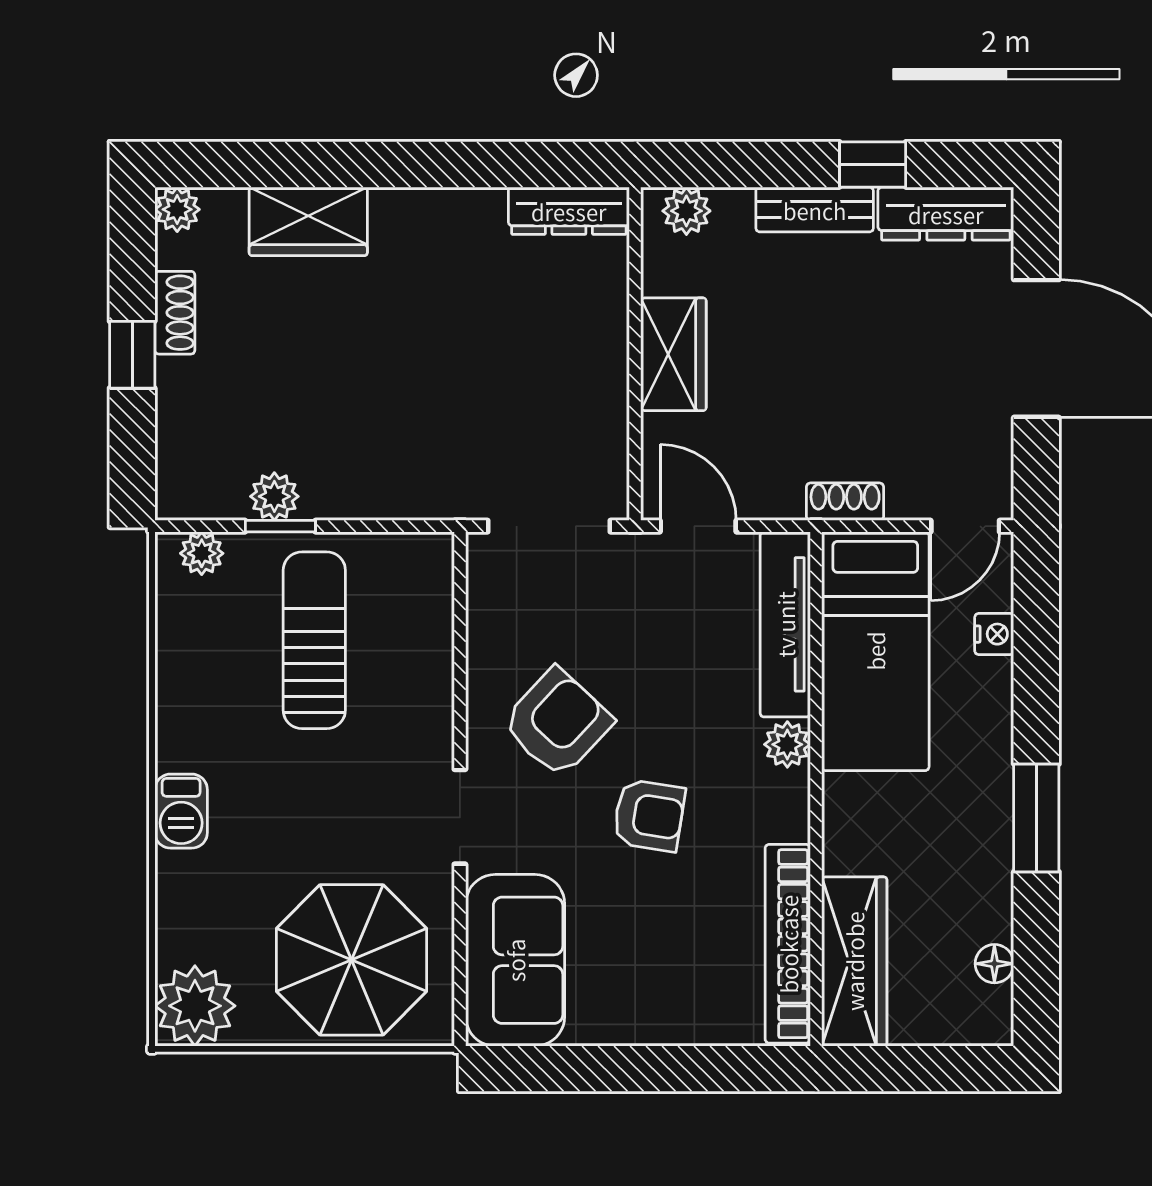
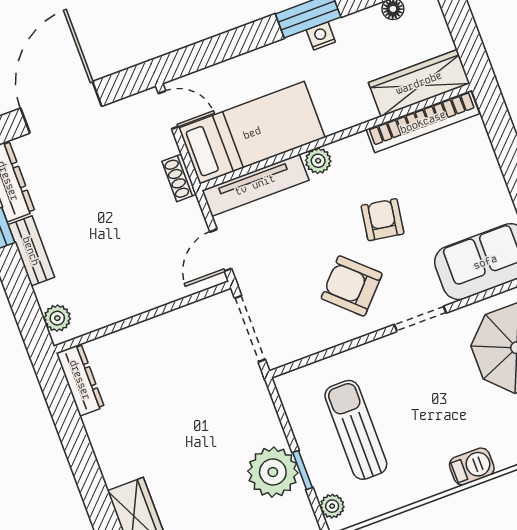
wardrobe: (673, 354) -> (135, 297), removed
plant: (274, 496) -> (273, 472), width x1.87, depth x1.87
nightstand: (994, 634) -> (321, 36), moved
sun lounger: (314, 640) -> (356, 430), turned 90

